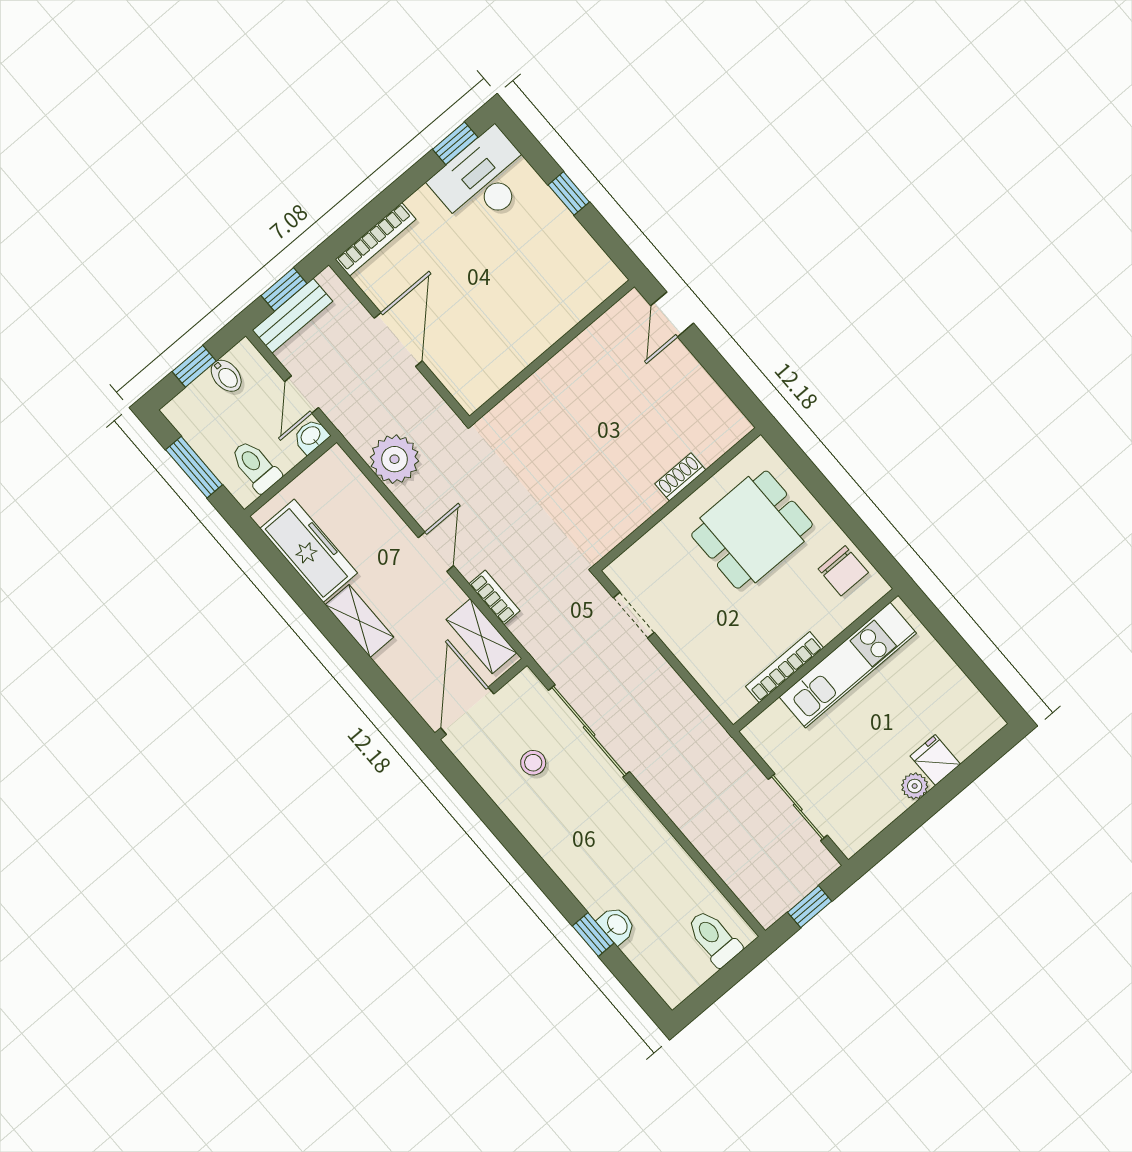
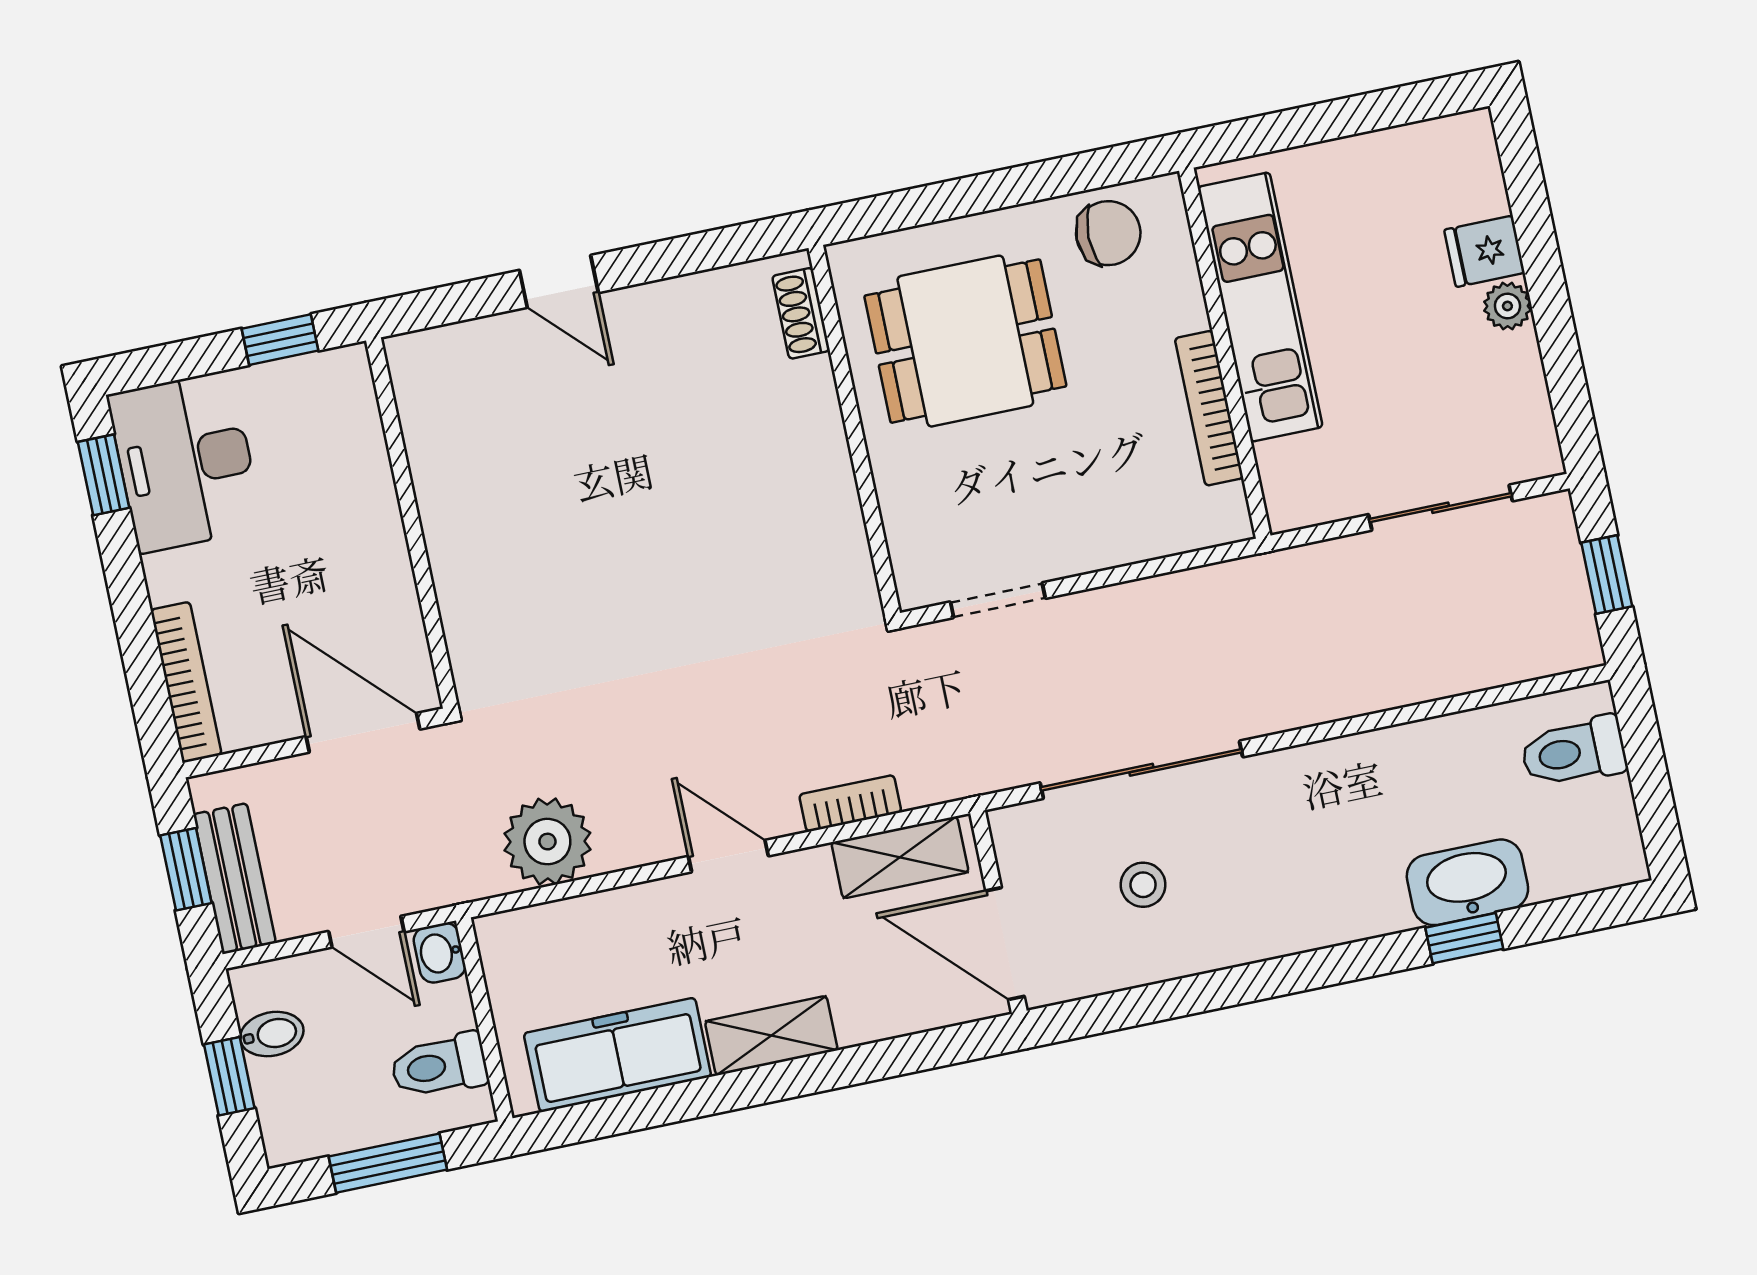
wall: (552, 351) -> (412, 523), moved
shoe rack: (680, 477) -> (801, 313), moved
dining table: (752, 530) -> (965, 341), turned 90
washbasin: (617, 925) -> (1467, 882), width x1.91, depth x1.45

